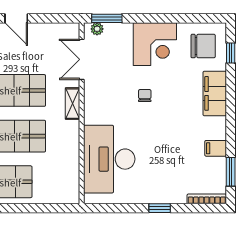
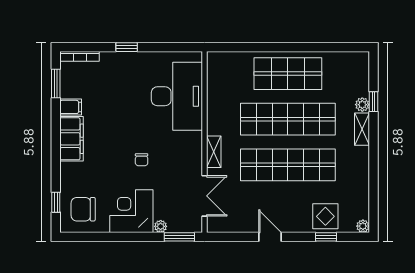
plant: (97, 29) -> (161, 226), moved
filing cabinet: (215, 93) -> (72, 139), moved

